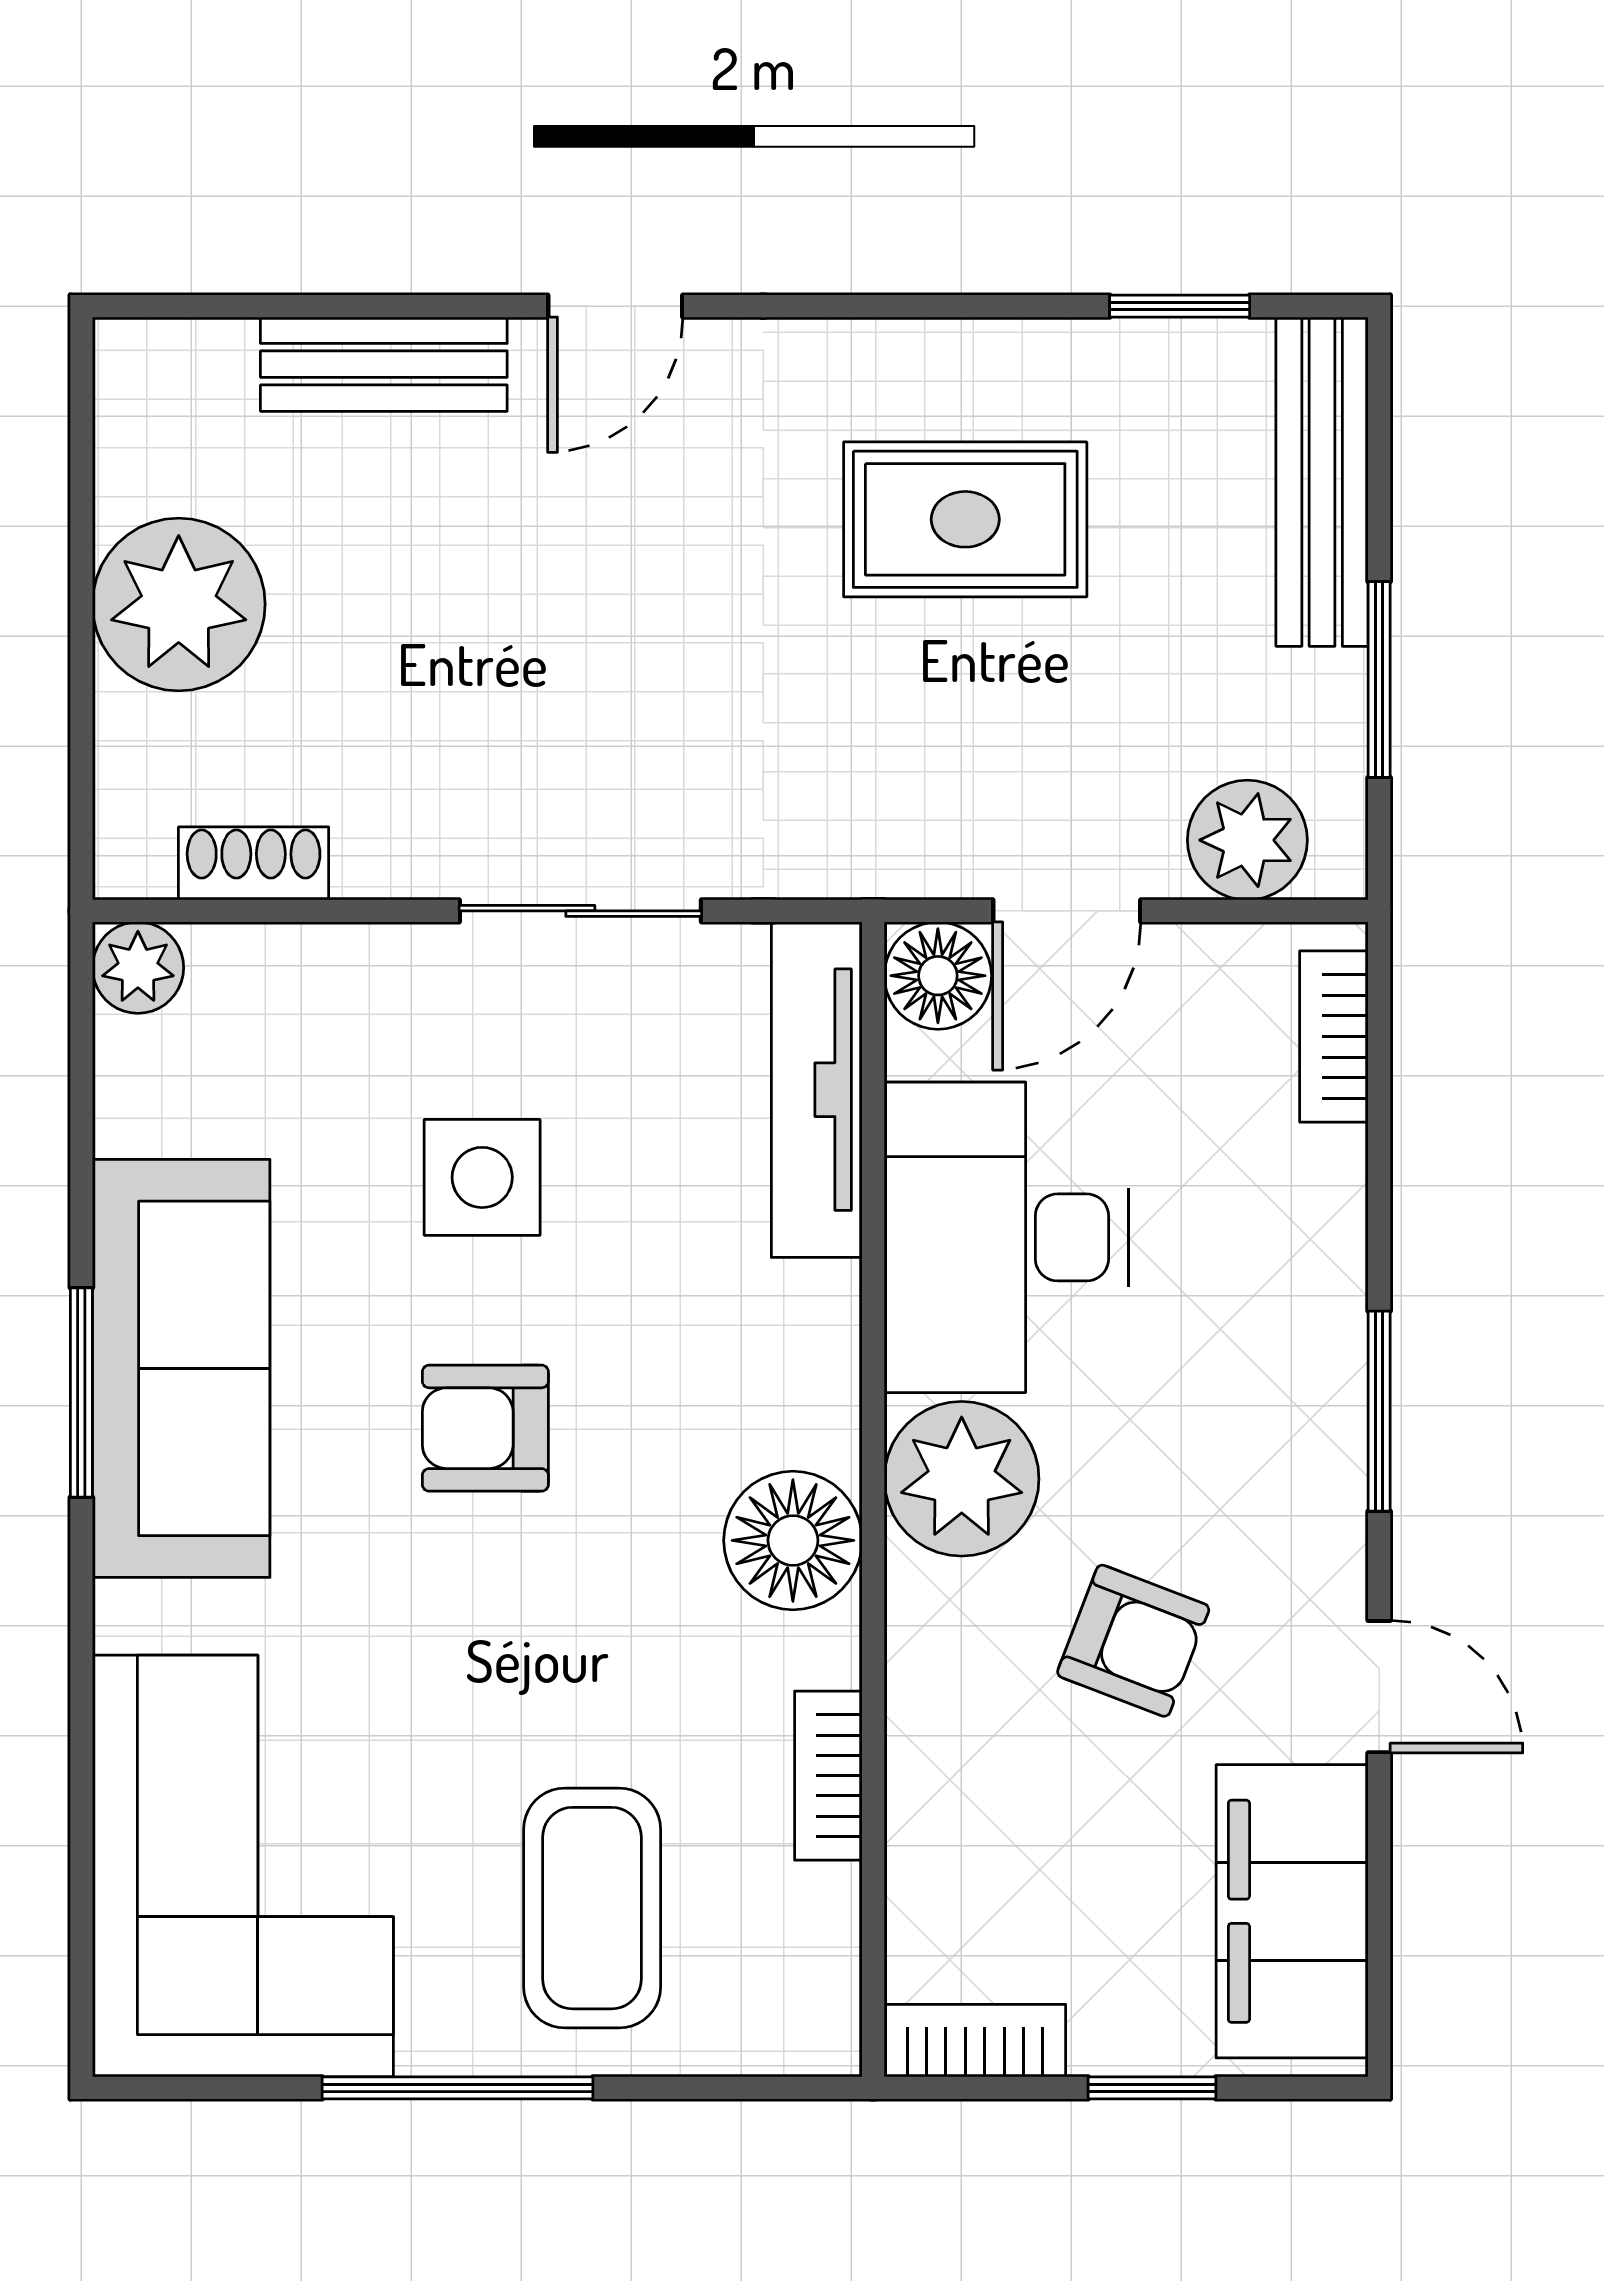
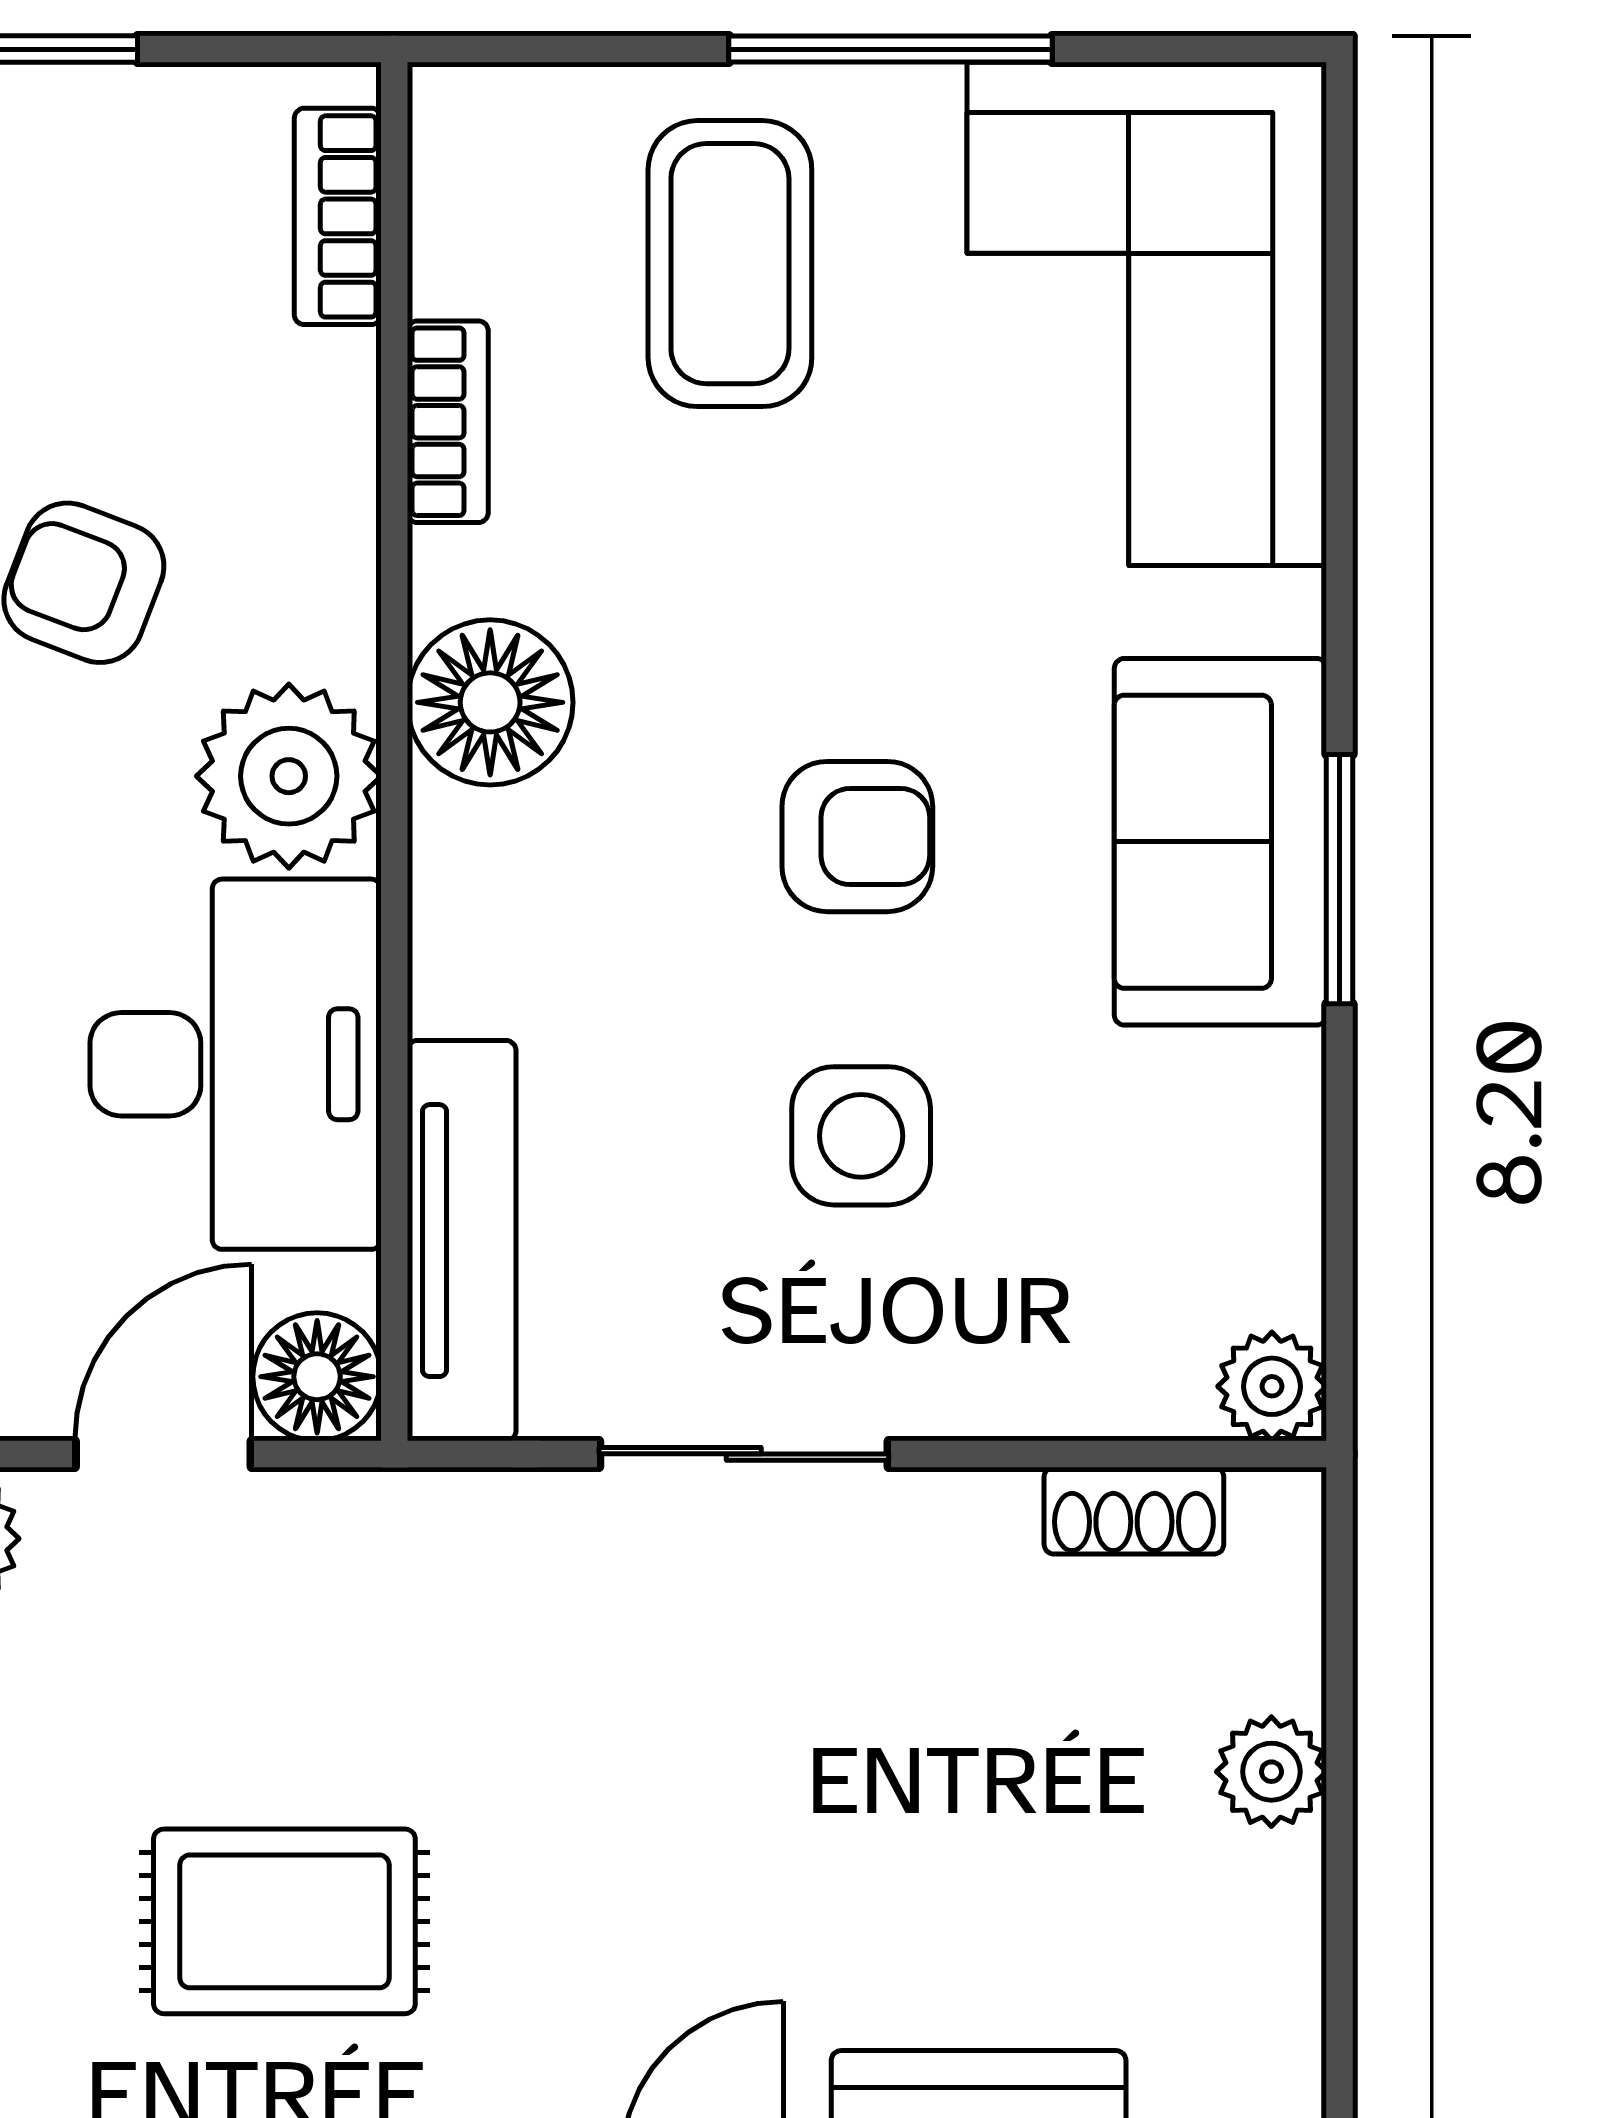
plant: (179, 604) -> (1271, 1772), width x0.53, depth x0.53
sofa: (181, 1368) -> (1220, 842), width x0.73
bookcase: (975, 2041) -> (338, 216), moved, turned 90

